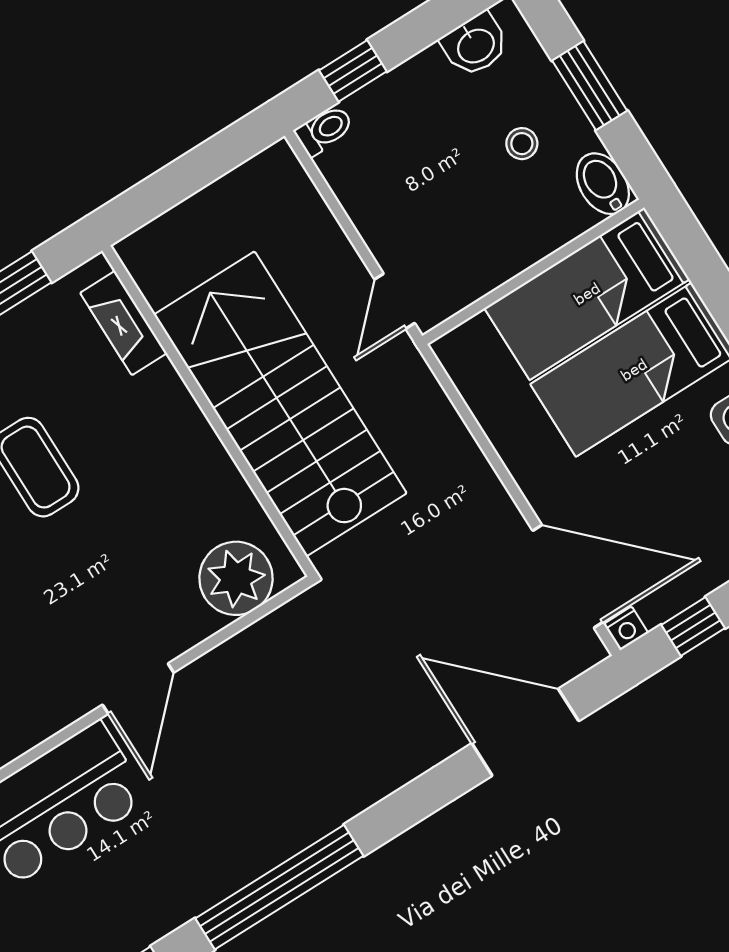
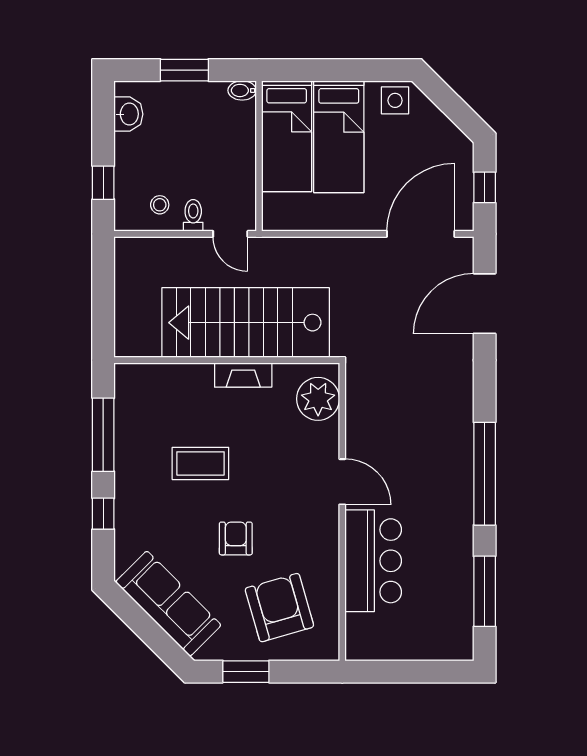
toilet: (324, 130) -> (193, 215), moved
stool: (522, 144) -> (160, 205), moved
bidet: (603, 184) -> (242, 90), width x0.72, depth x0.74
fireplace: (123, 323) -> (243, 375), moved
nightstand: (626, 628) -> (465, 221), removed

